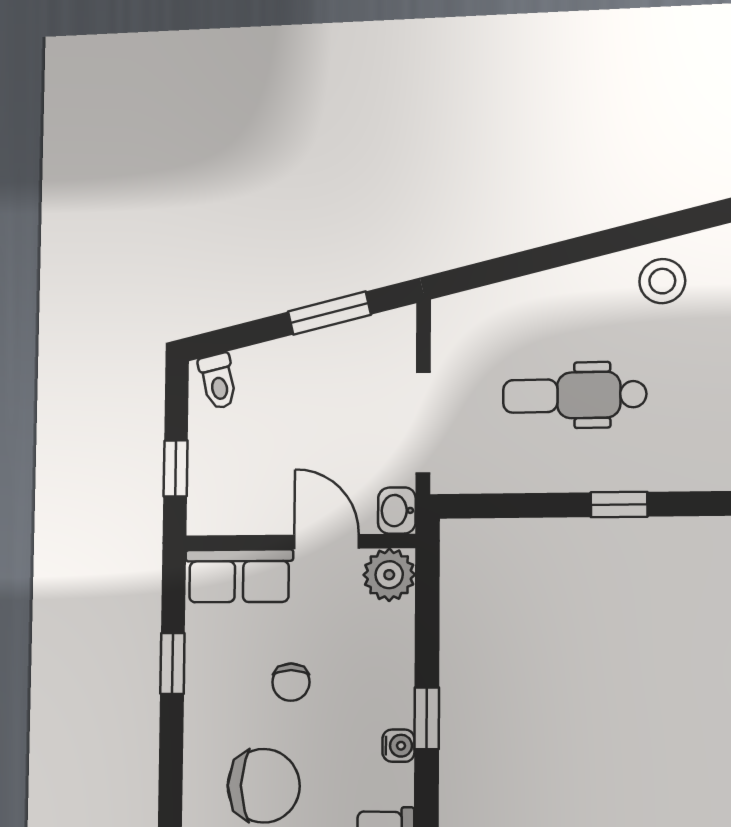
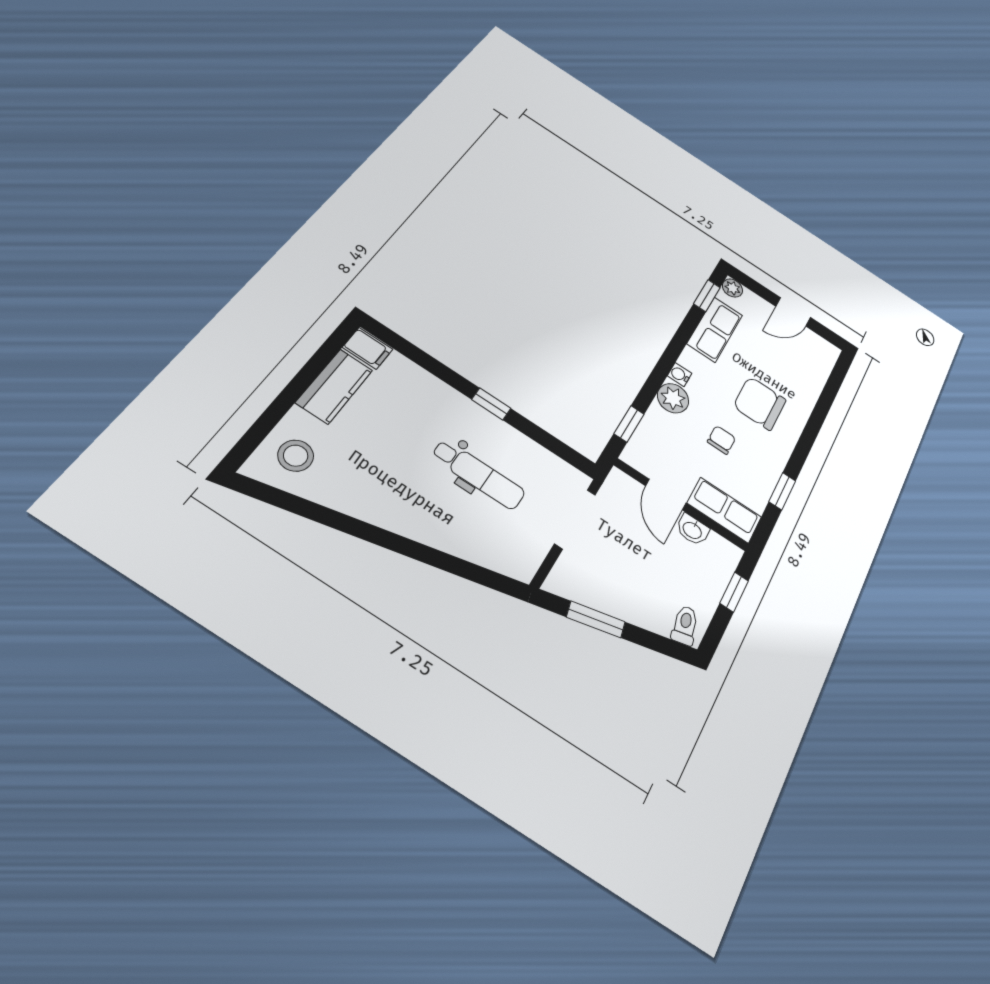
stool: (662, 281) -> (384, 500), removed
washbasin: (397, 511) -> (692, 530), moved, turned 90
plant: (389, 575) -> (673, 398), moved
window: (427, 718) -> (629, 424), moved

